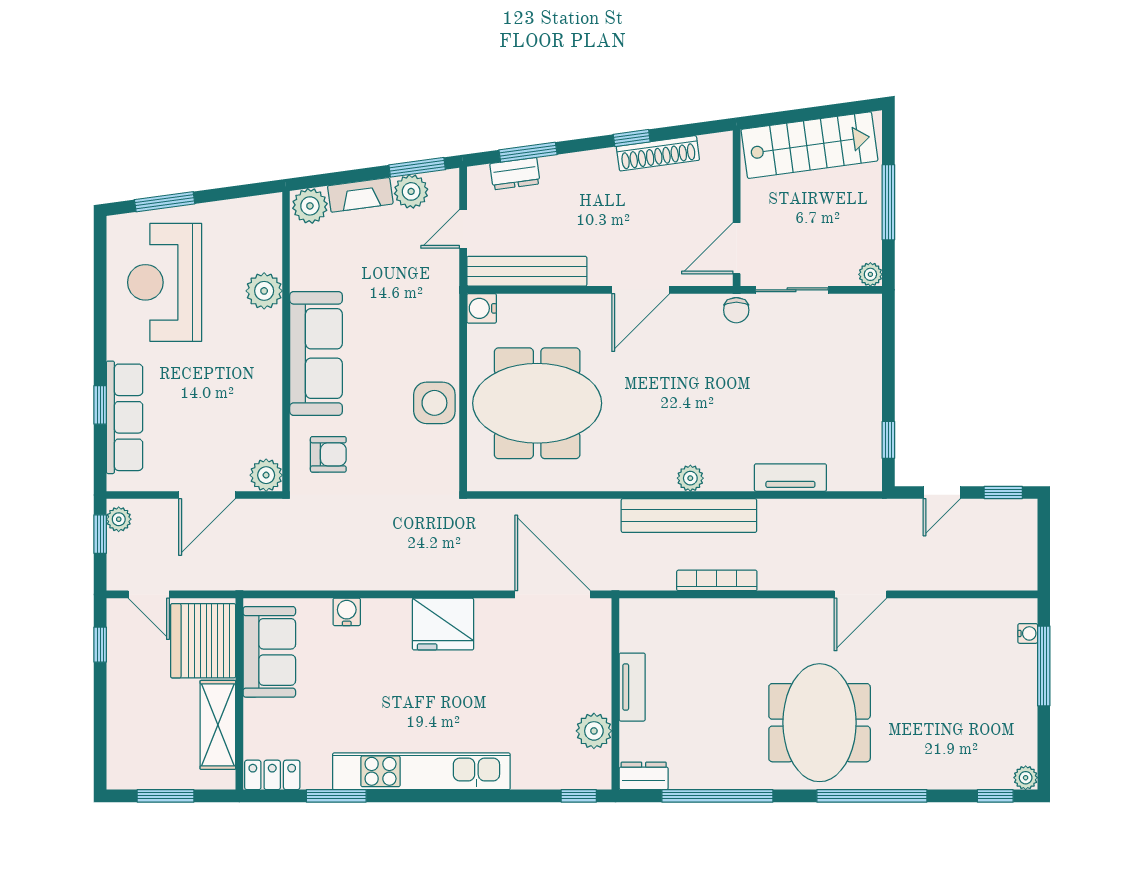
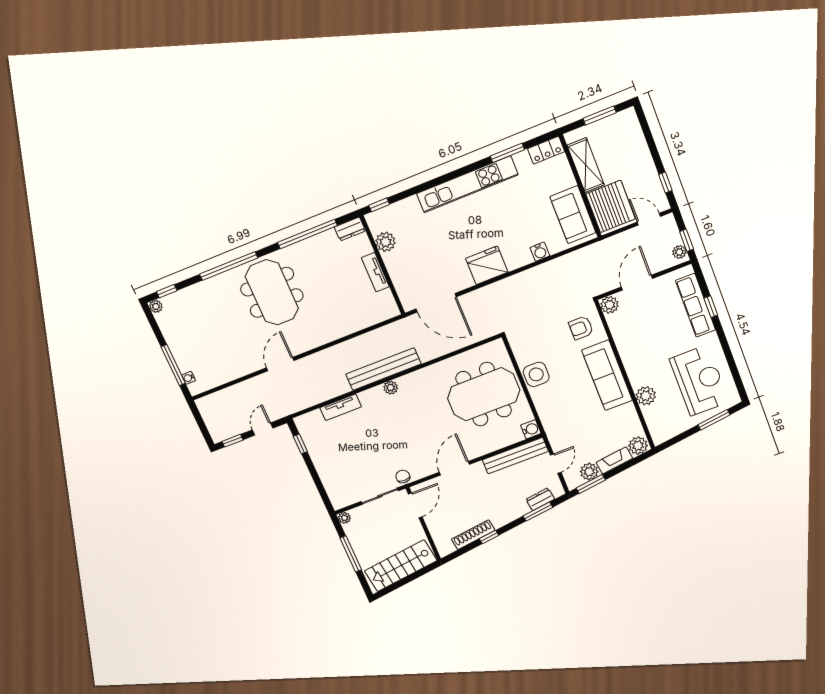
bookcase: (717, 580) -> (355, 343), removed

